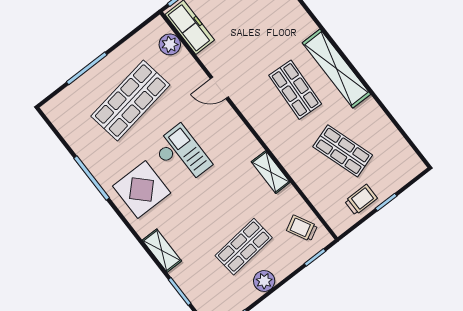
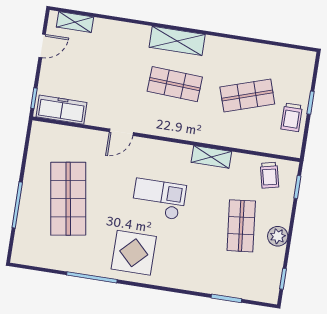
plant: (170, 44) -> (59, 134), removed
shelving: (336, 69) -> (177, 41), width x0.68
checkout: (182, 155) -> (159, 199), moved
trolley: (361, 200) -> (292, 117), turned 180
trolley: (302, 228) -> (269, 175), turned -75
shelving: (162, 251) -> (187, 282), removed

